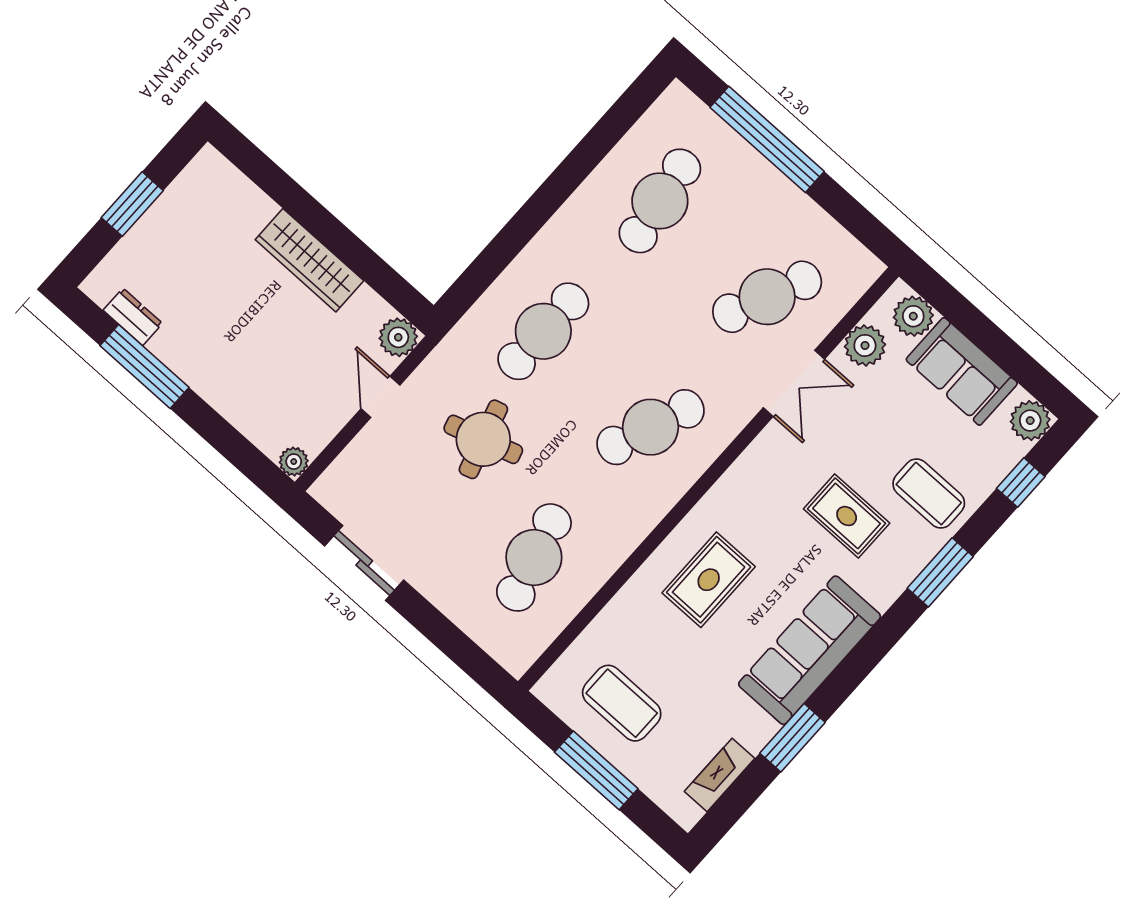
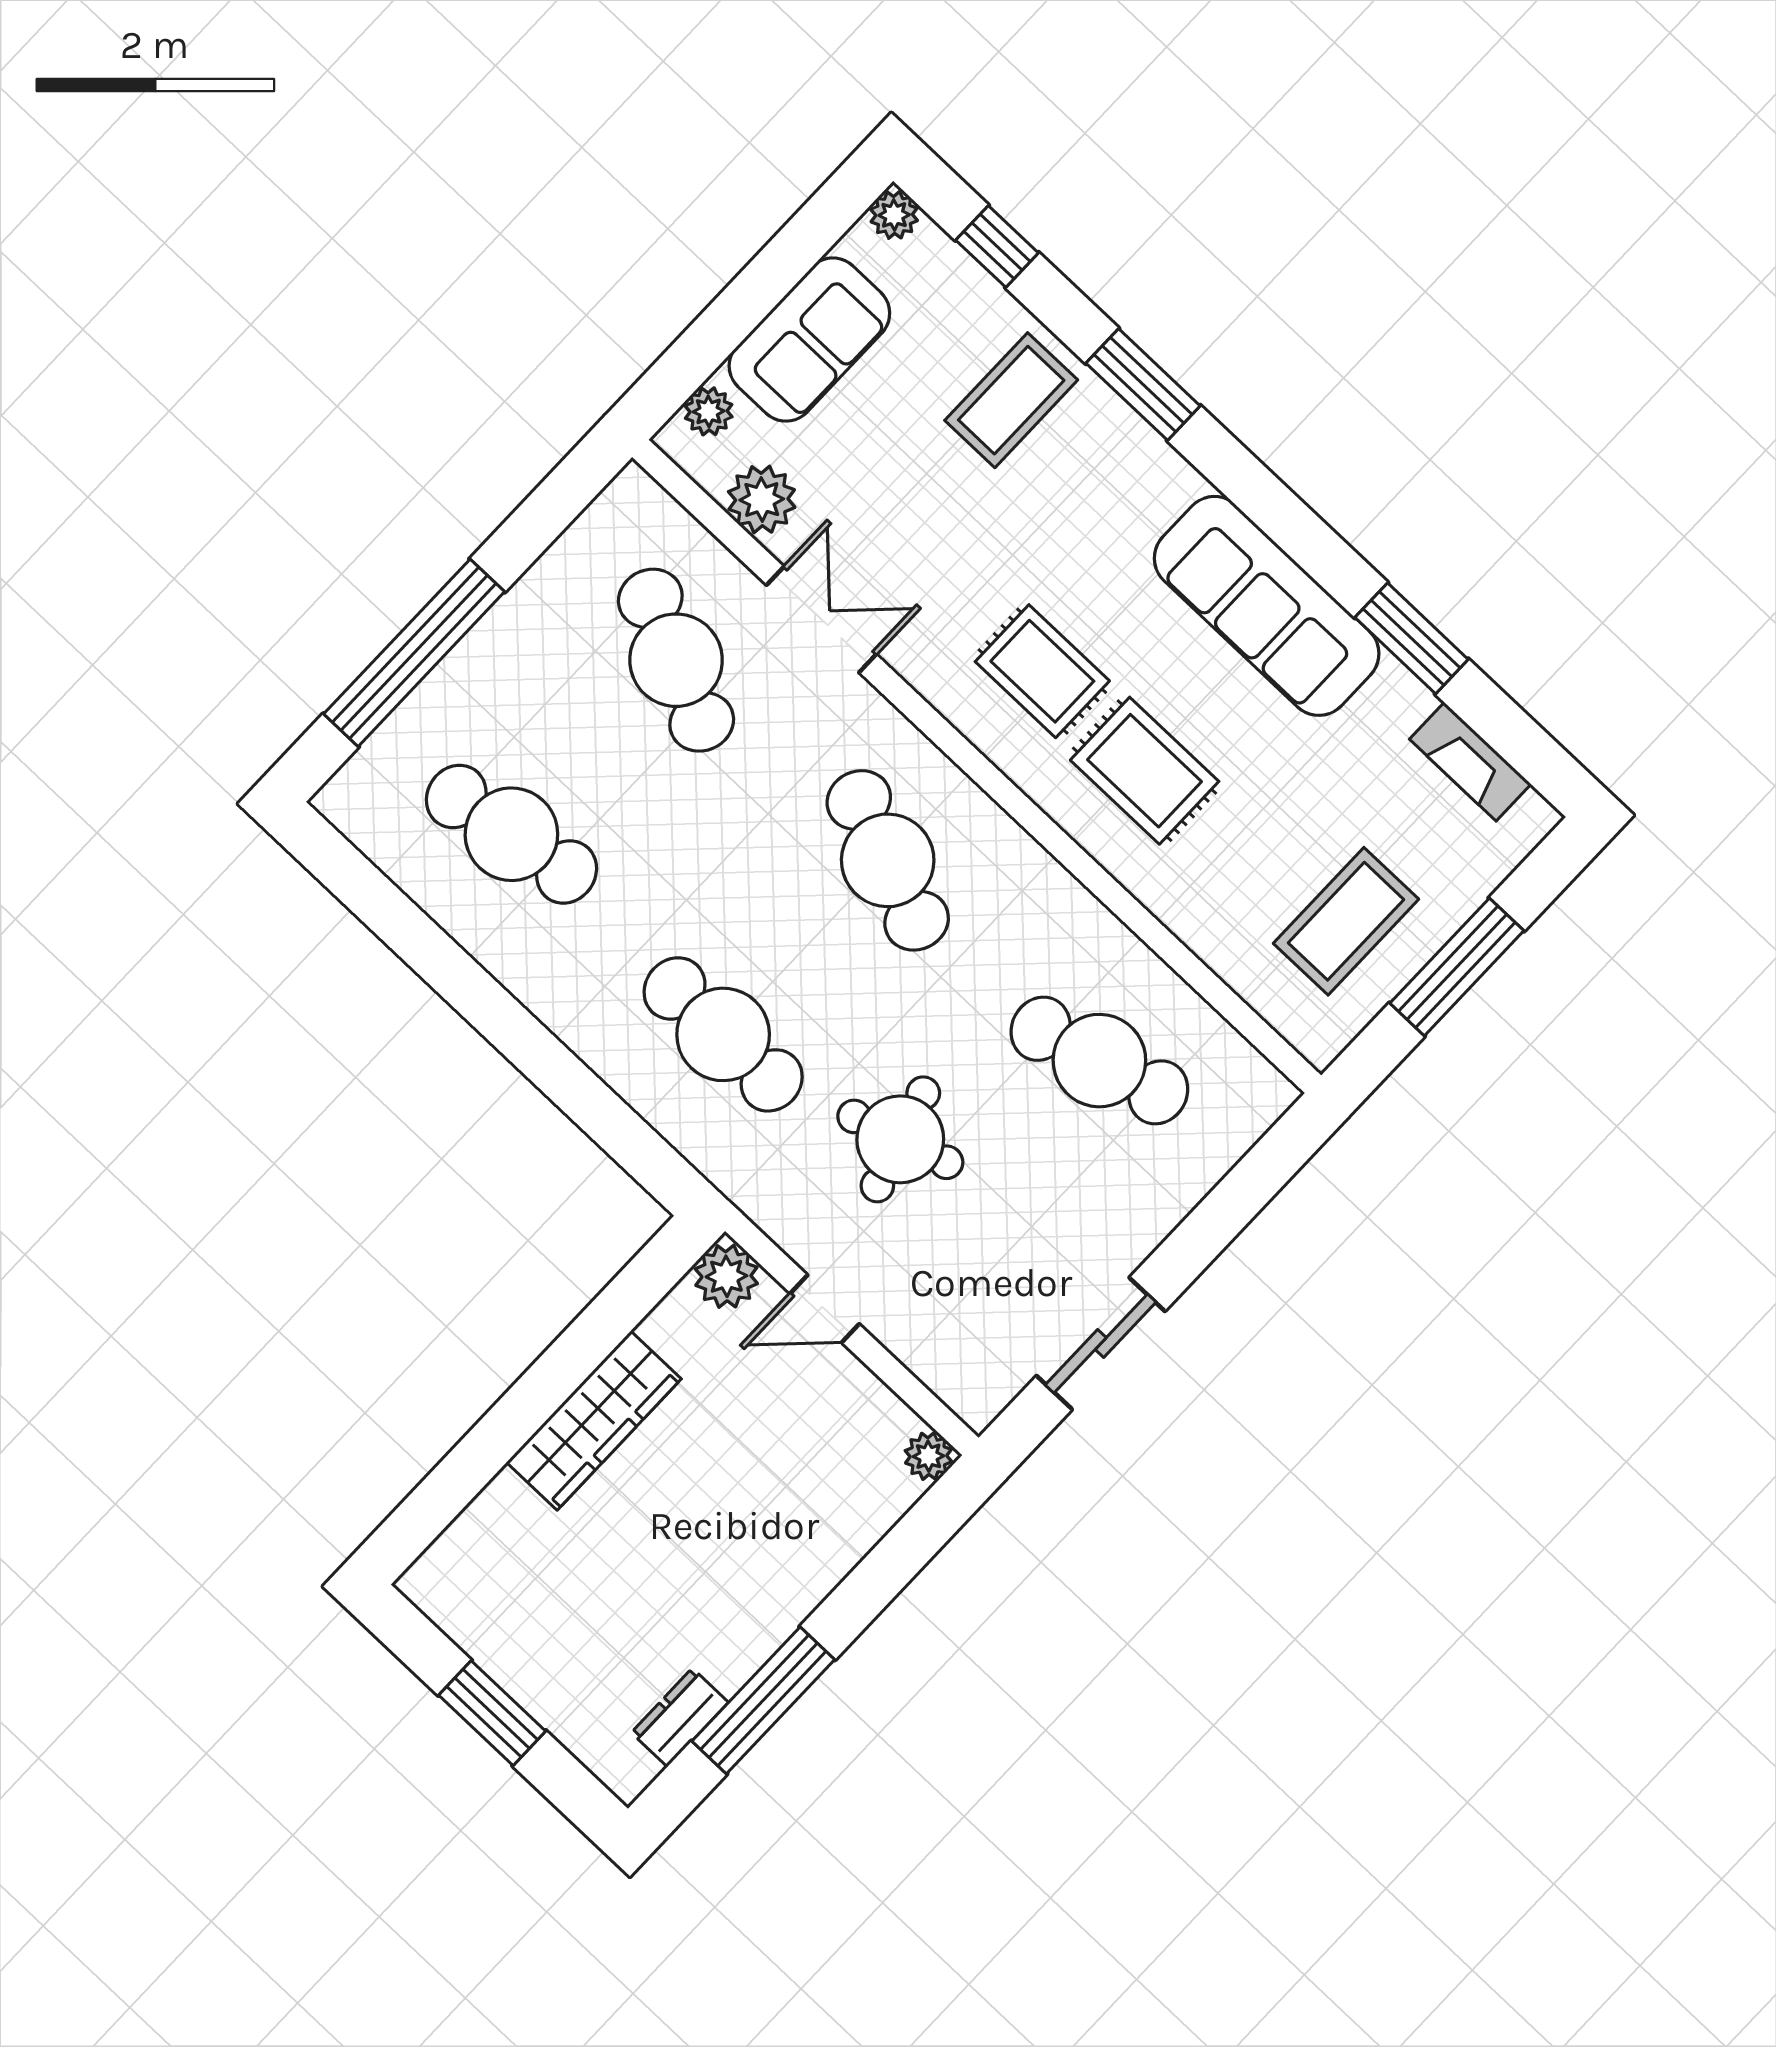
plant: (913, 316) -> (709, 411), width x0.73, depth x0.73
plant: (1030, 421) -> (894, 215), width x0.73, depth x0.73
rug: (847, 516) -> (1042, 671), moved, turned 90

